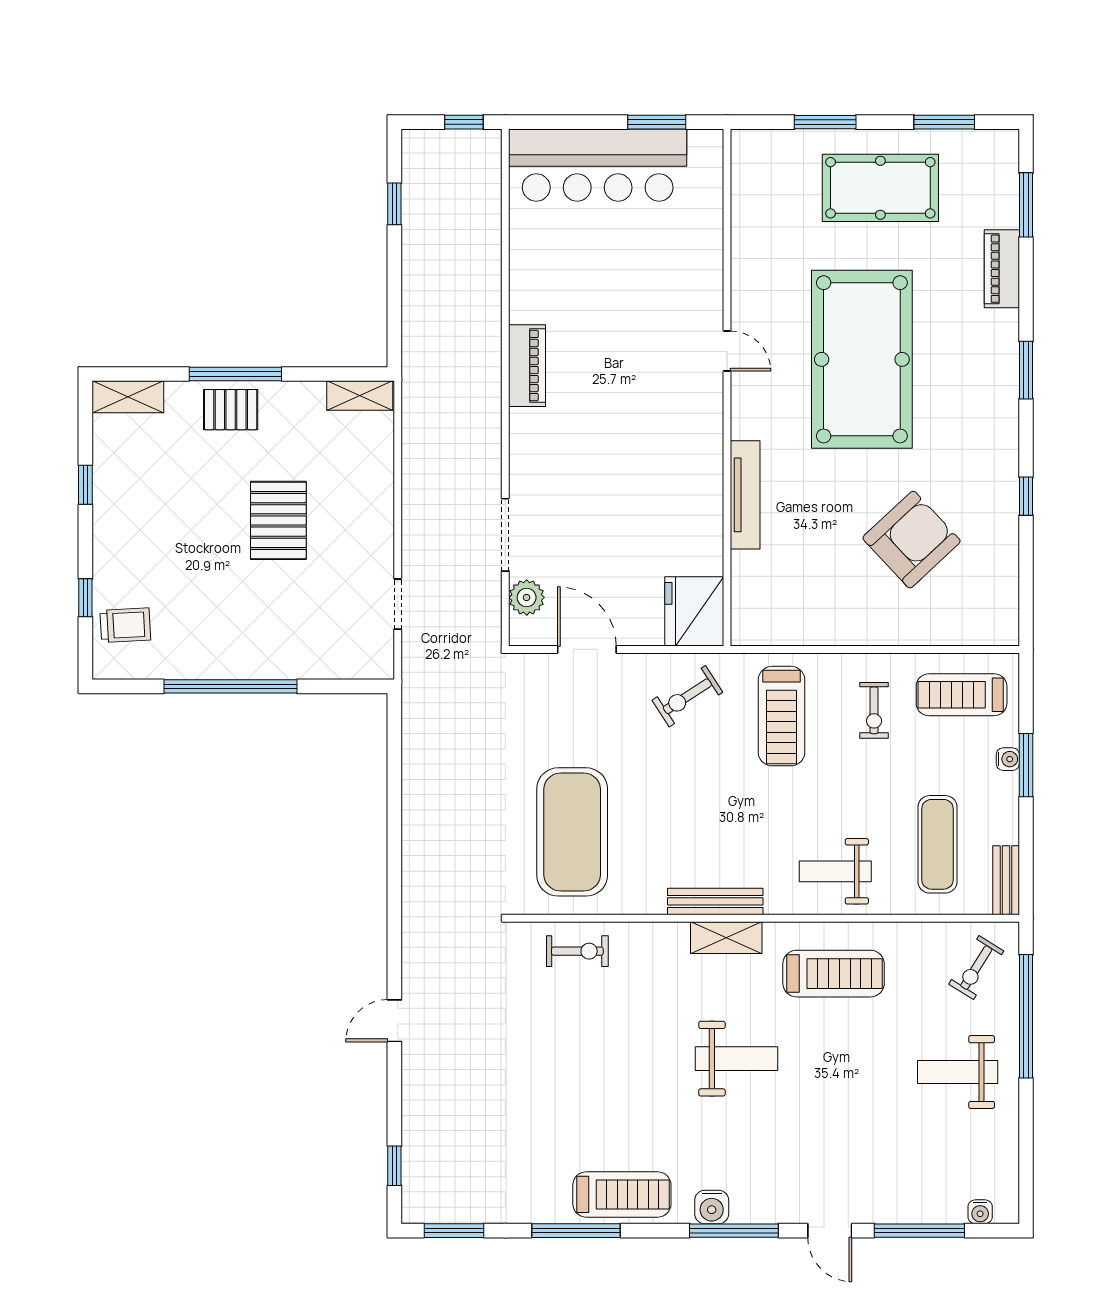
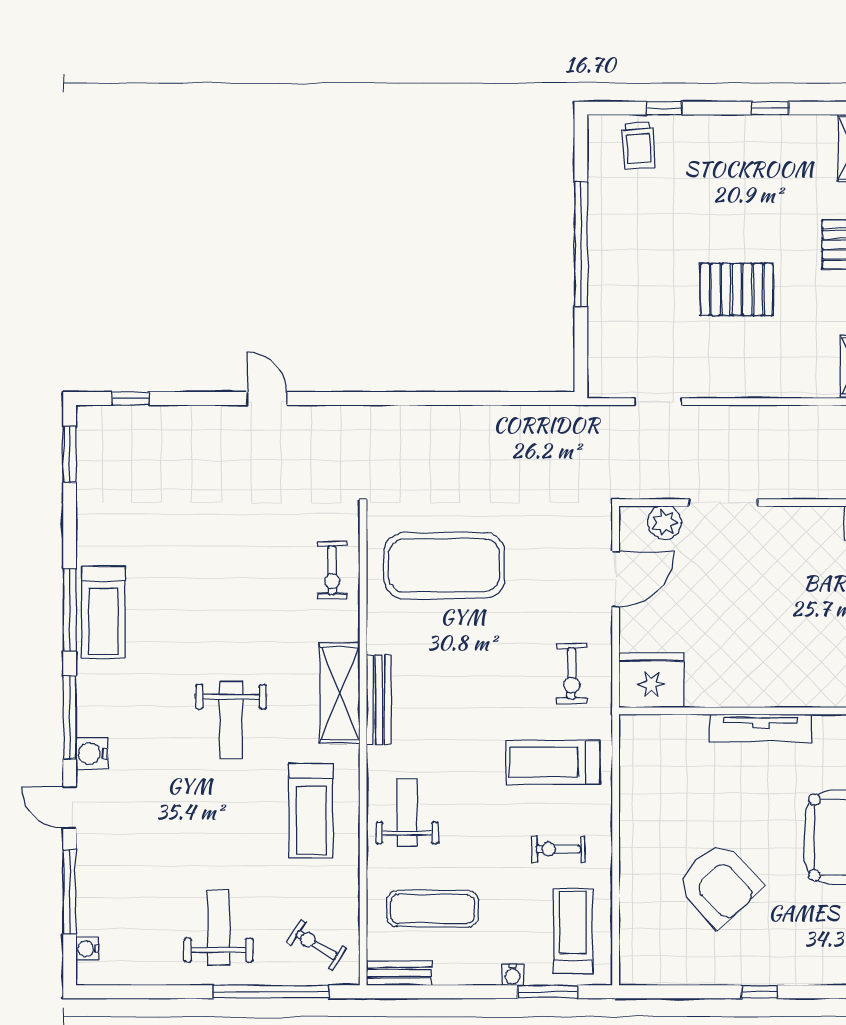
exercise bike: (687, 696) -> (572, 674), turned -147
window: (1026, 765) -> (548, 992), moved
shelving: (726, 938) -> (340, 693), width x1.50, depth x1.33
water cooler: (712, 1207) -> (92, 754), moved
window: (576, 1231) -> (70, 610), moved
door: (830, 1231) -> (70, 807), hinge flipped

